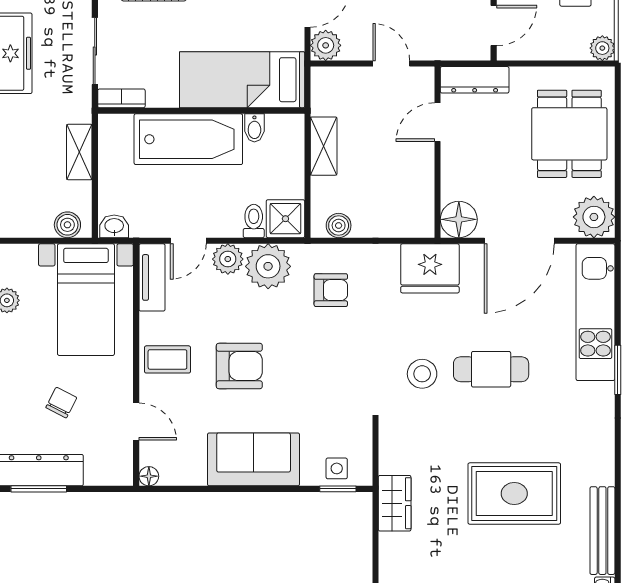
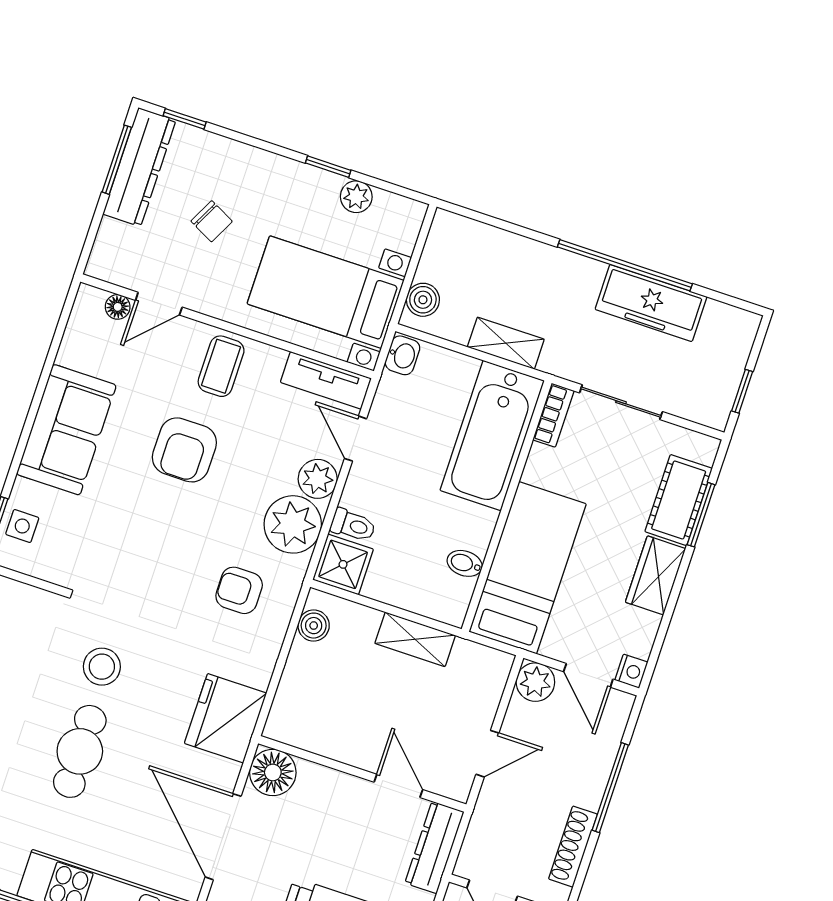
bathtub: (188, 139) -> (492, 436), moved
armchair: (331, 290) -> (239, 590), turned 90
floor lamp: (149, 476) -> (118, 307), moved

